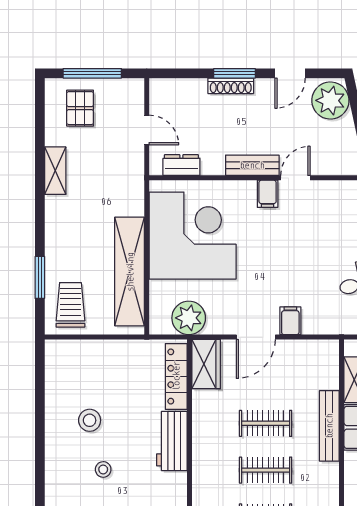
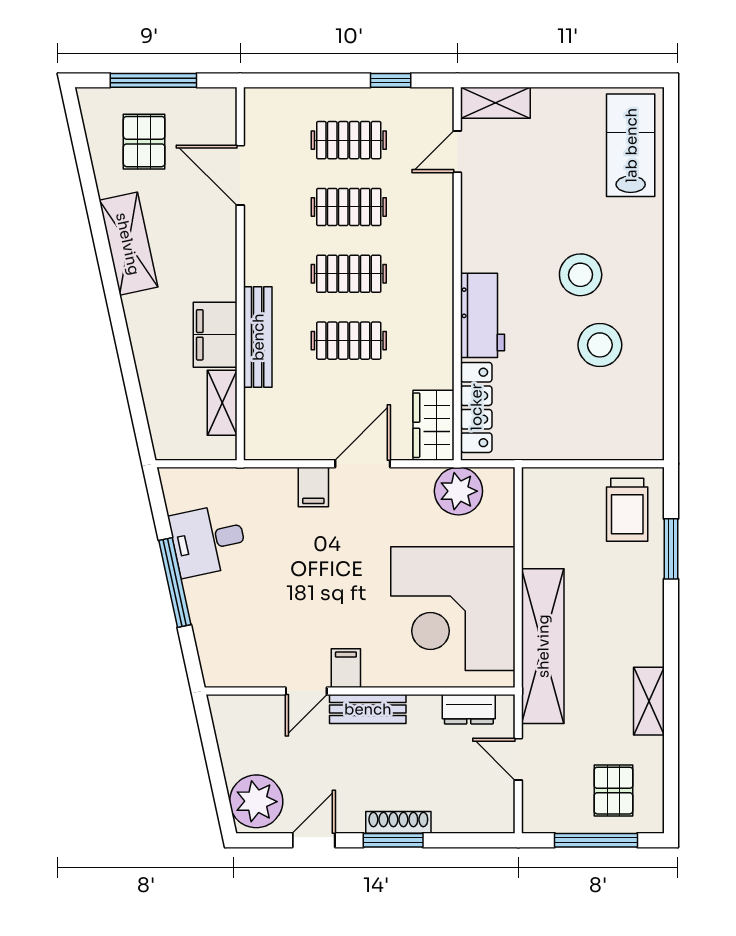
shelving: (130, 272) -> (543, 646), moved
stool: (90, 420) -> (600, 345), width x1.38, depth x1.38
stool: (103, 469) -> (581, 275), width x1.89, depth x1.89

